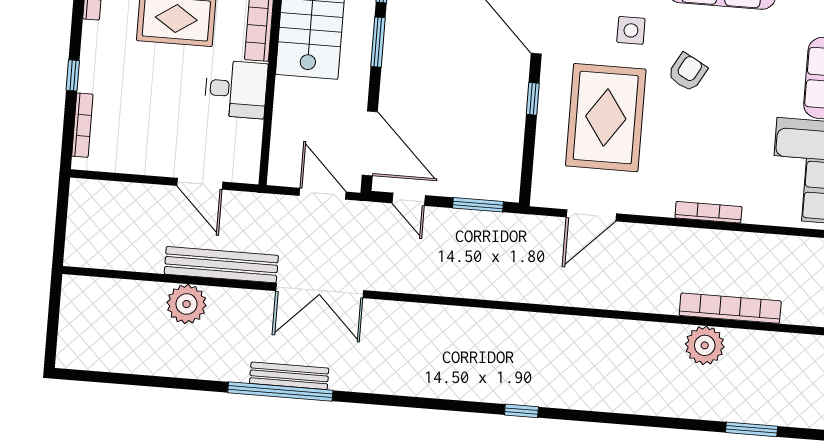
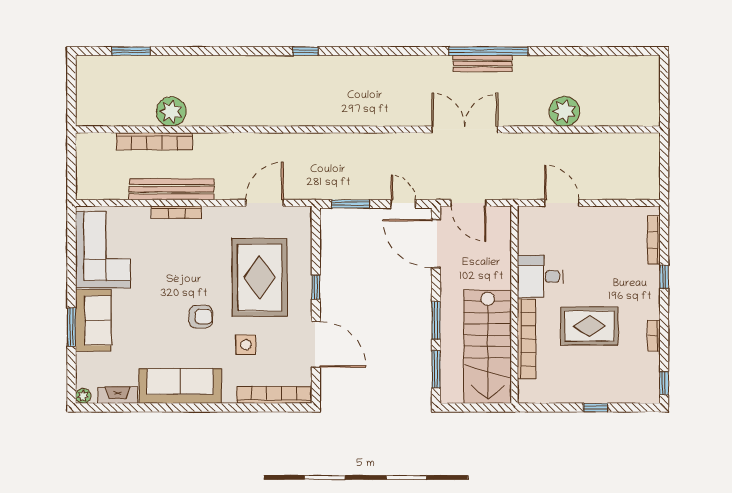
armchair: (687, 72) -> (201, 317), turned -119
bench: (221, 265) -> (172, 189), moved

